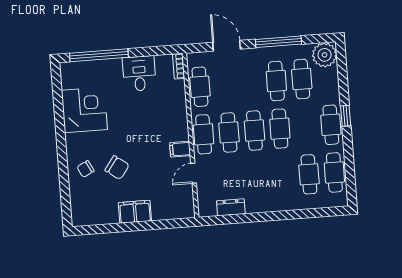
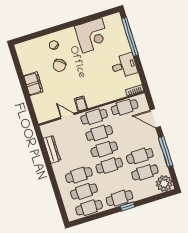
door: (227, 46) -> (155, 118), swing flipped
cafe table: (284, 176) -> (79, 175), added
dresser: (231, 207) -> (52, 149), width x1.44

